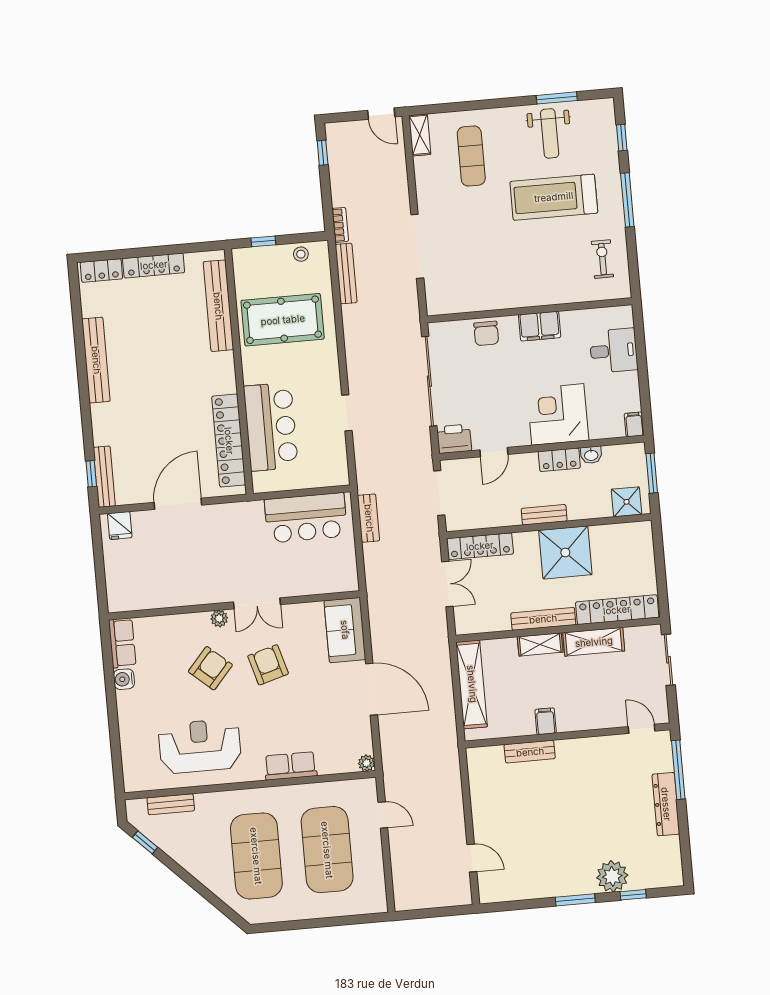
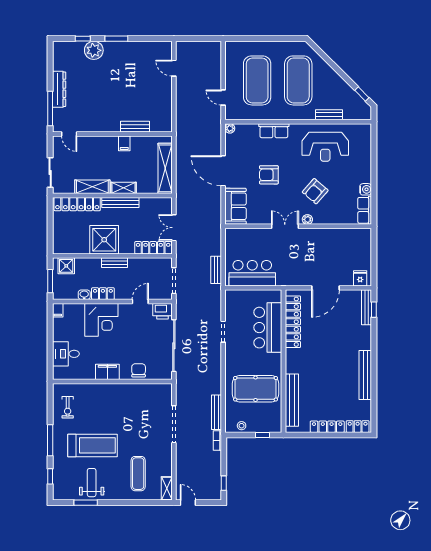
armchair: (268, 665) -> (269, 175), moved, turned 106
bench: (171, 804) -> (329, 115), moved

